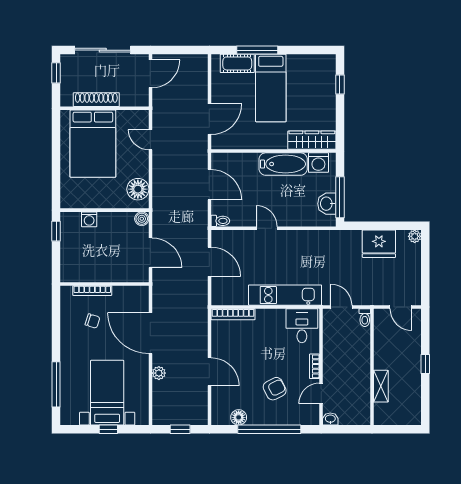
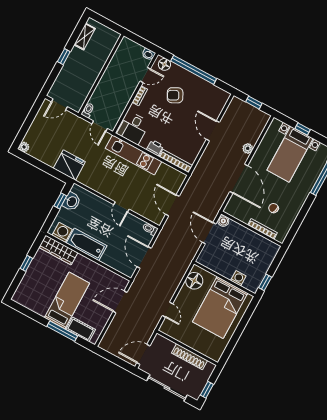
window: (340, 84) -> (26, 263), moved
bed: (93, 144) -> (220, 307), moved, turned 180
window: (340, 197) -> (60, 201), width x0.46
boiler: (142, 219) -> (223, 221), moved
fridge: (379, 244) -> (69, 165), moved
door: (401, 307) -> (59, 104), swing flipped
printer: (265, 316) -> (155, 148), added
shelving: (381, 386) -> (85, 37), moved
floor lamp: (239, 417) -> (164, 64), moved

